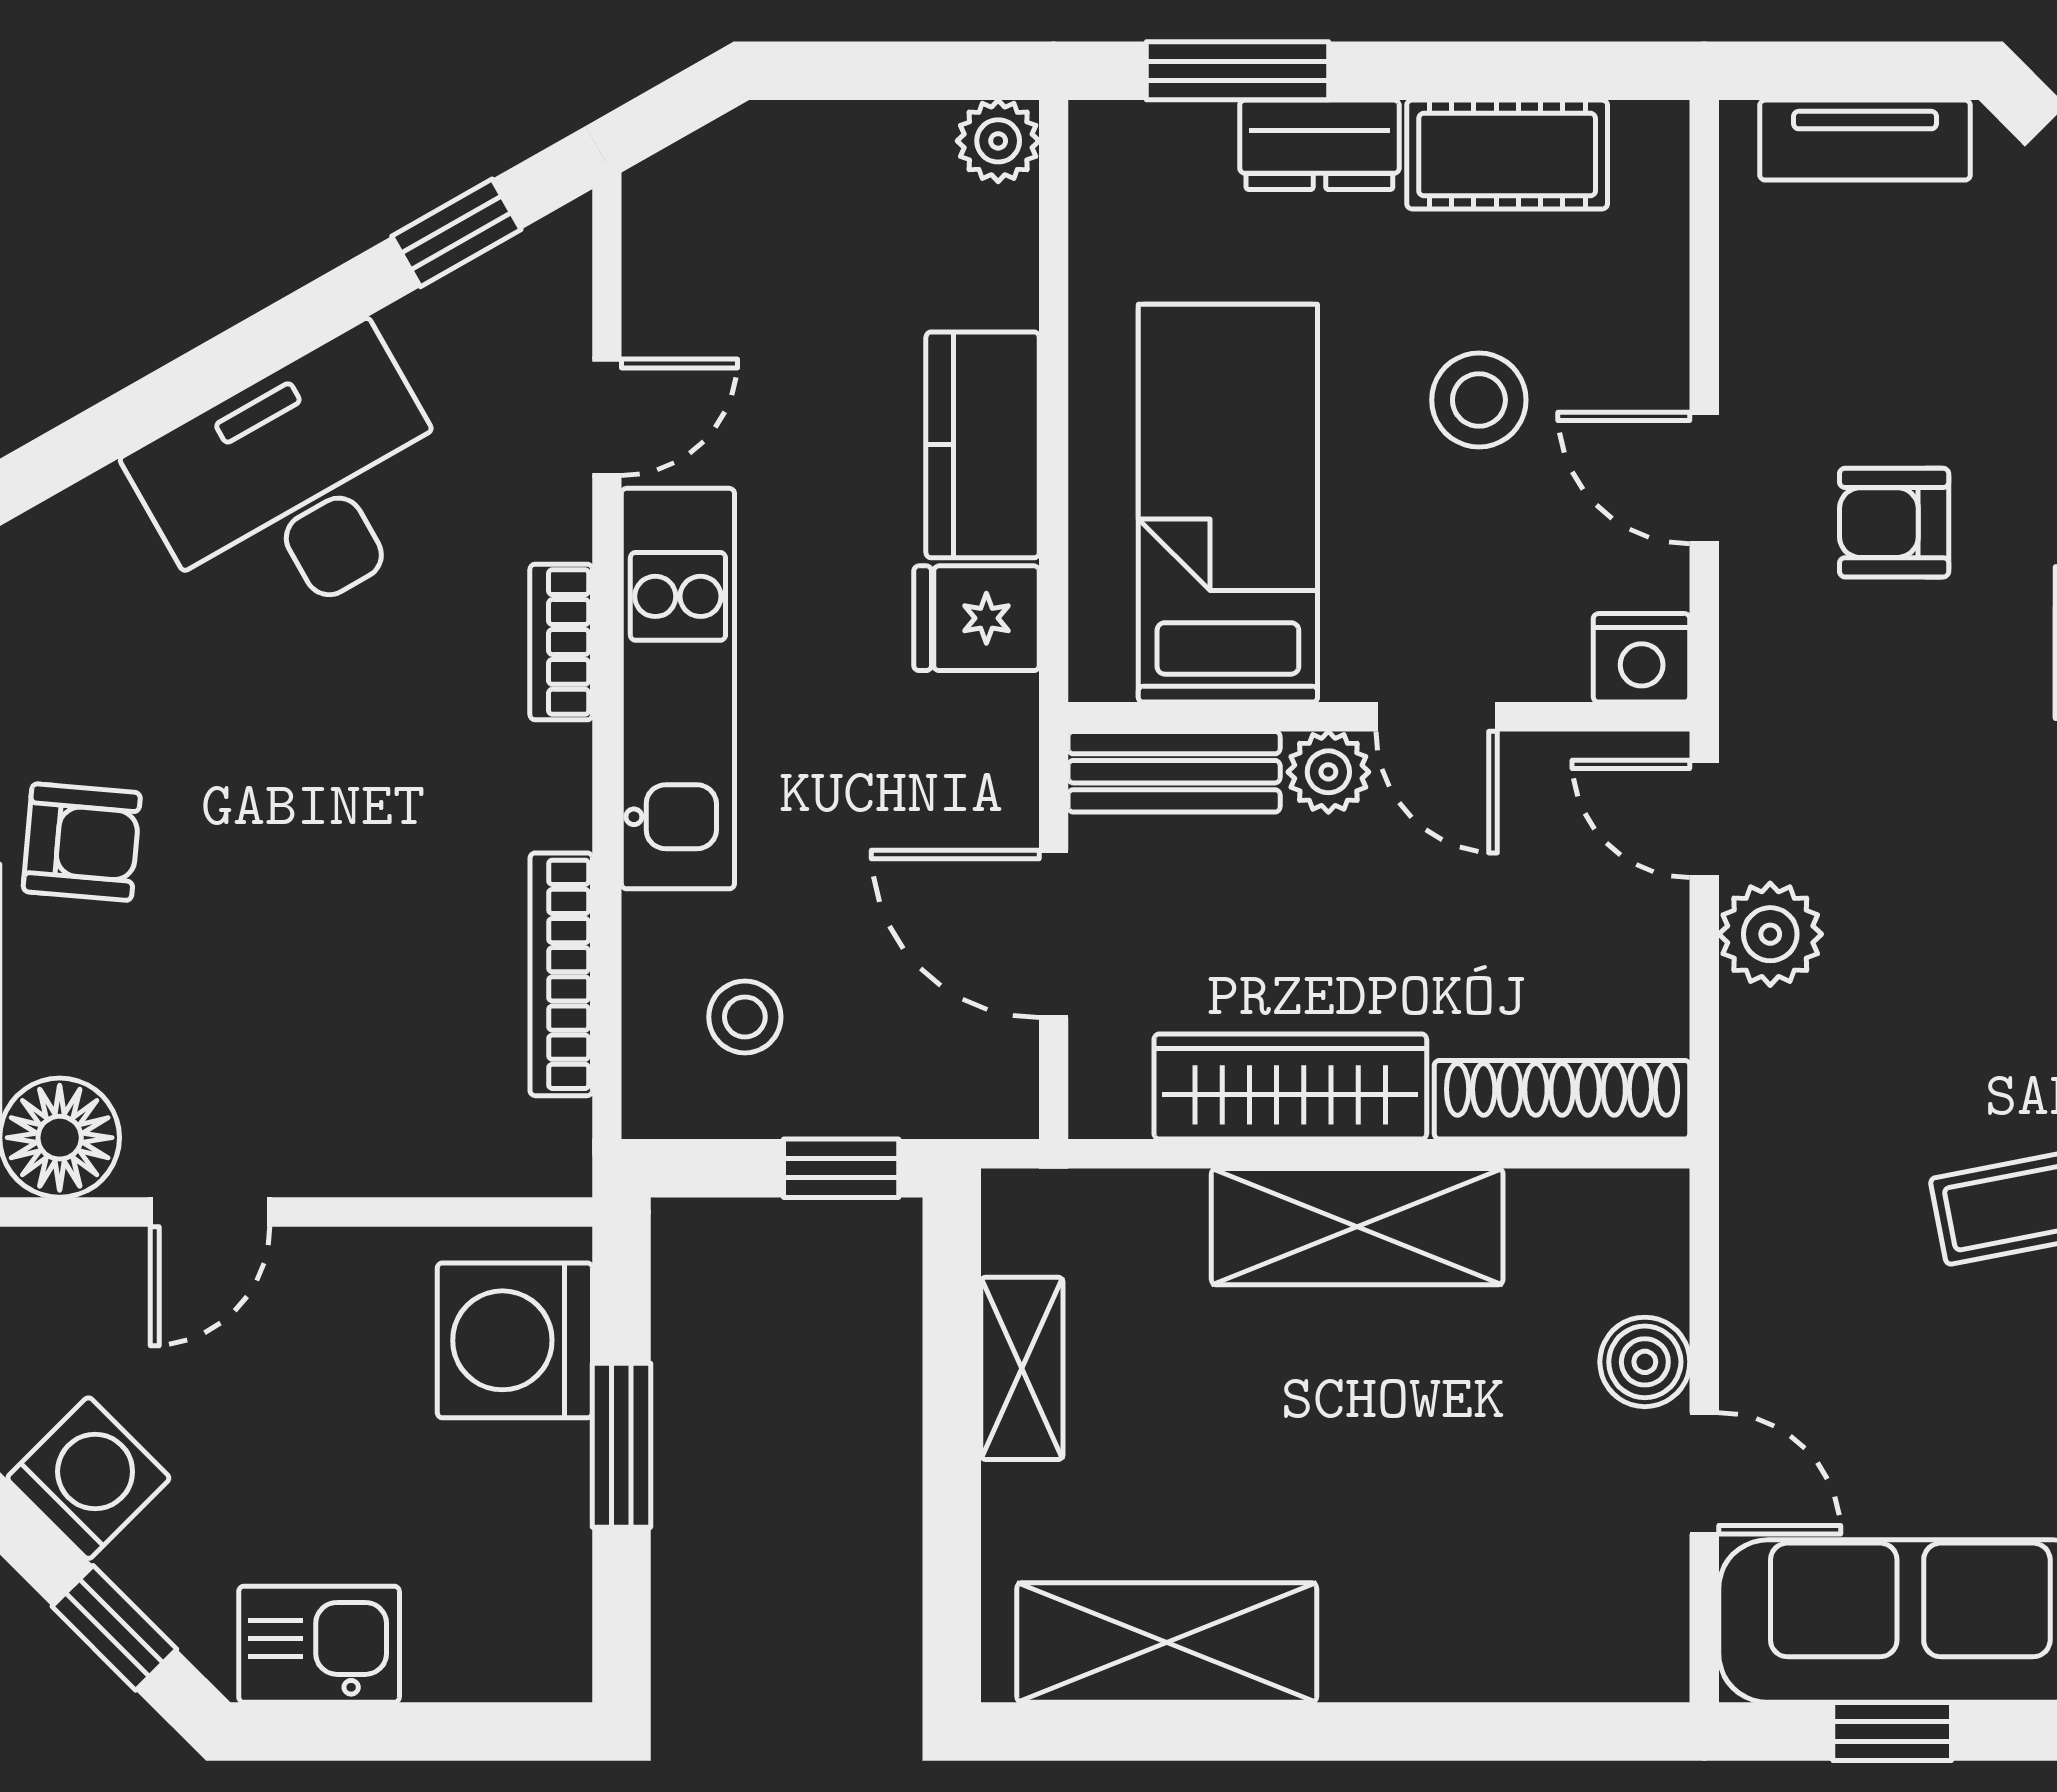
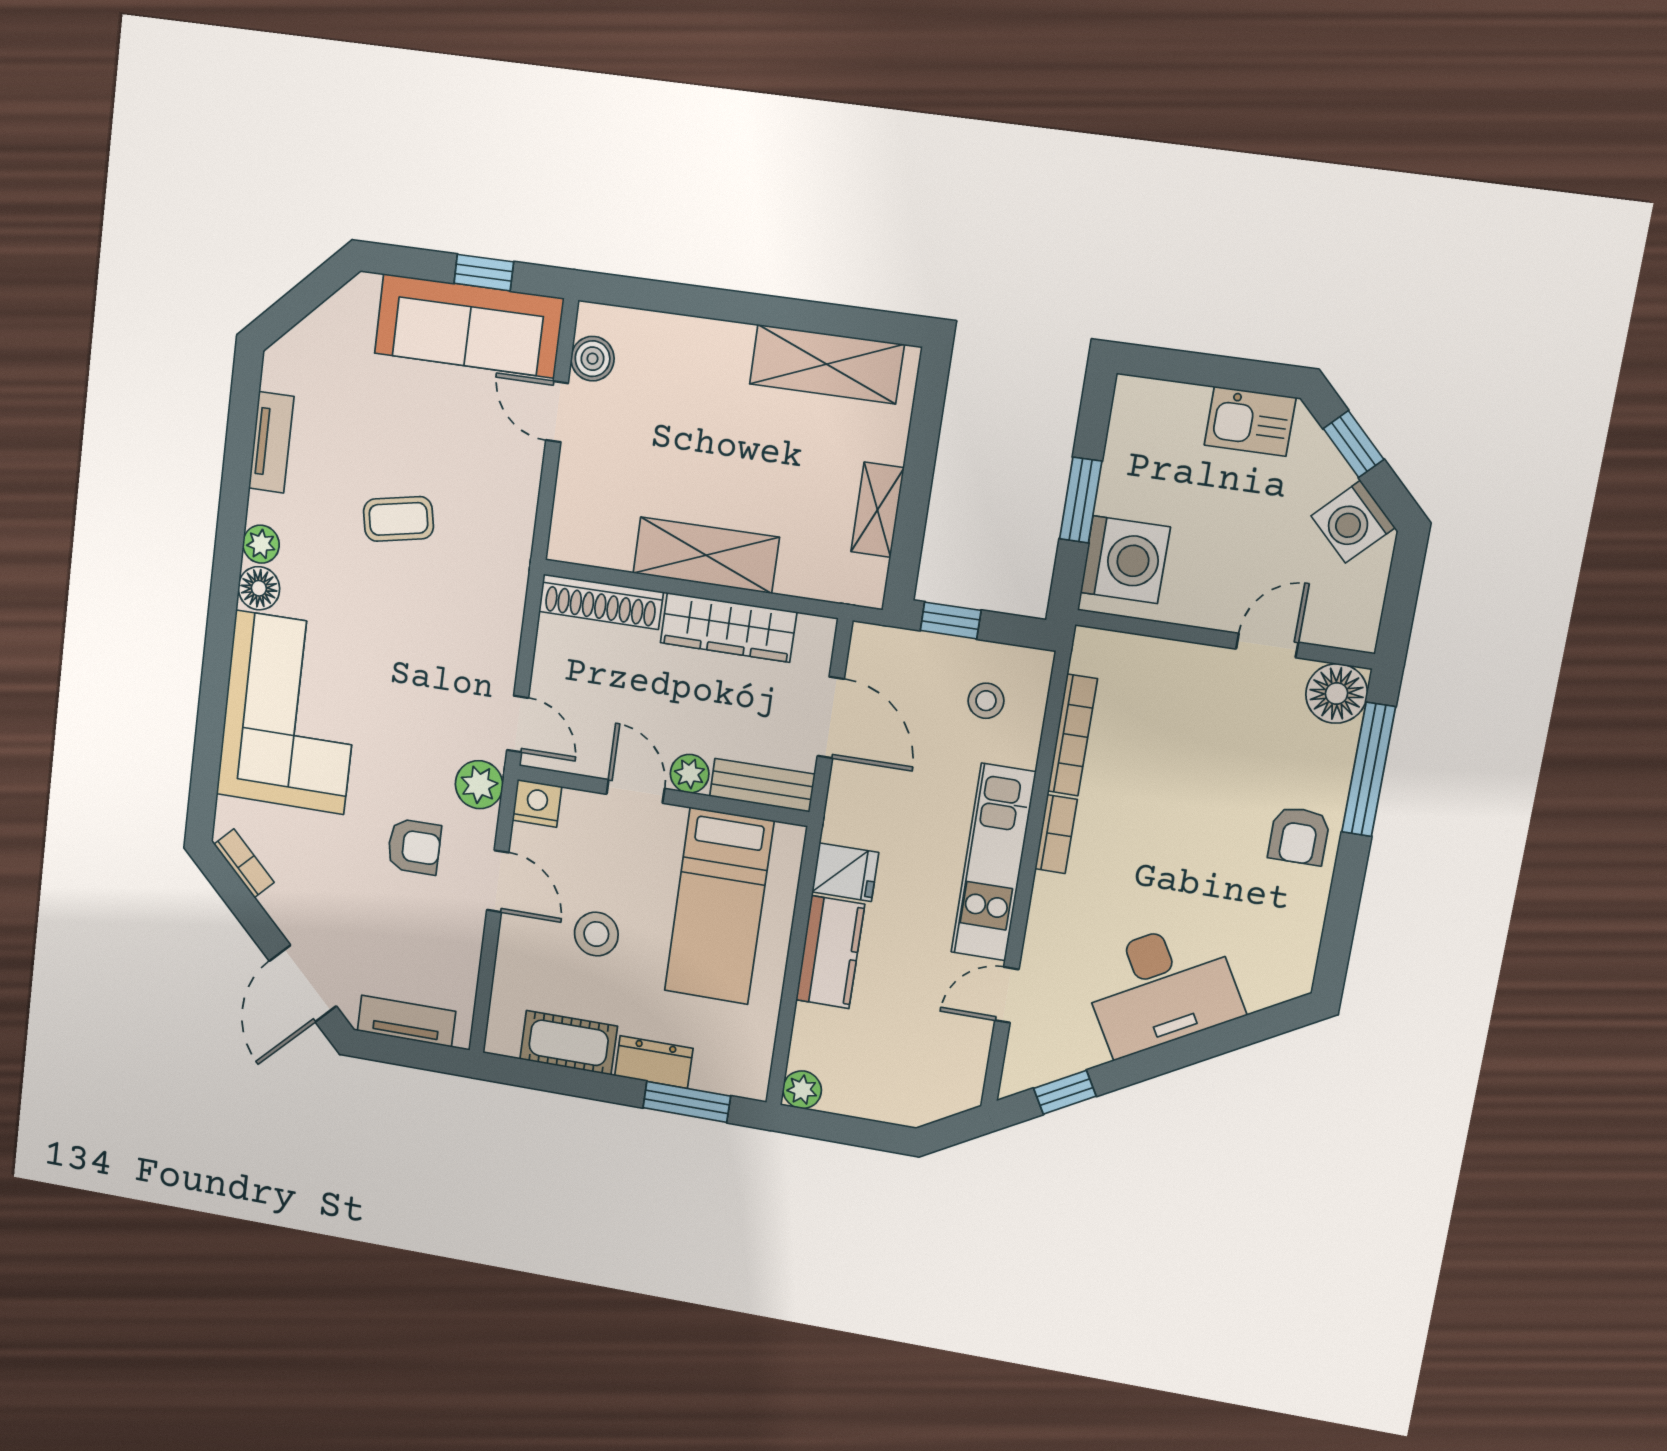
bookcase: (561, 642) -> (1056, 834), moved
armchair: (82, 842) -> (1299, 836), turned -95
plant: (1770, 934) -> (479, 785), moved
boiler: (1645, 1362) -> (592, 359), moved

